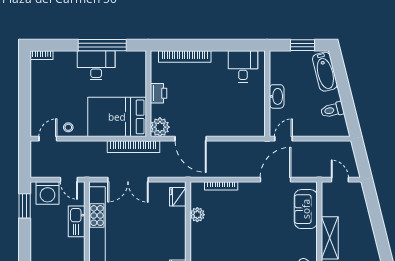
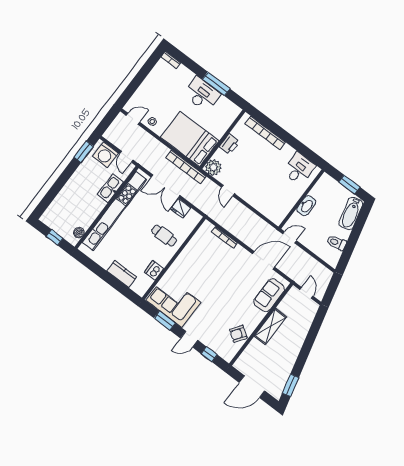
window: (102, 45) -> (216, 84), width x0.68
door: (191, 139) -> (228, 191), width x0.53
fridge: (178, 197) -> (181, 208), moved, turned -90
plant: (197, 215) -> (194, 244), removed
cafe table: (162, 228) -> (164, 236), added

